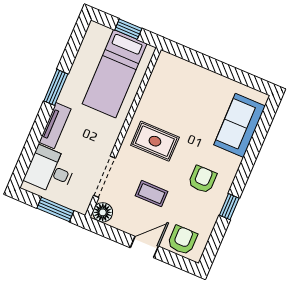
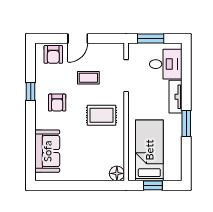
floor lamp: (103, 212) -> (117, 173), moved

